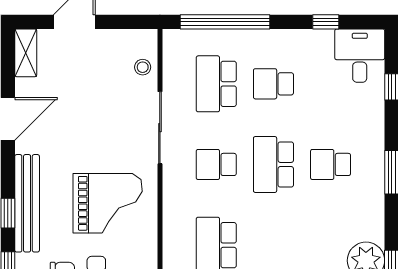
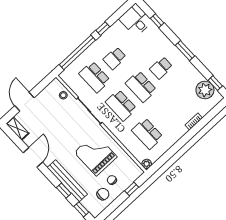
window: (326, 22) -> (103, 29), moved
school desk: (216, 164) -> (121, 105), width x1.85
grand piano: (108, 203) -> (96, 154), turned -90

